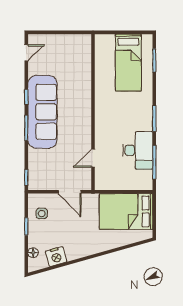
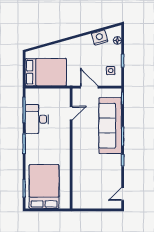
bed: (128, 63) -> (44, 187), width x1.50
sofa: (42, 112) -> (110, 126), moved

